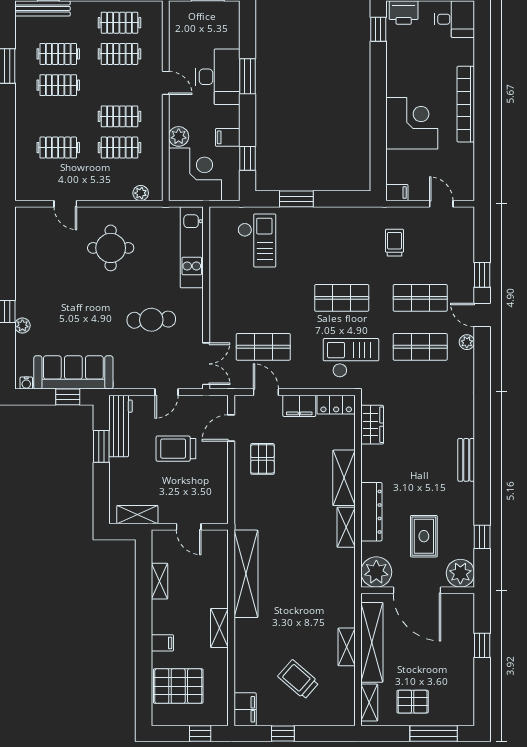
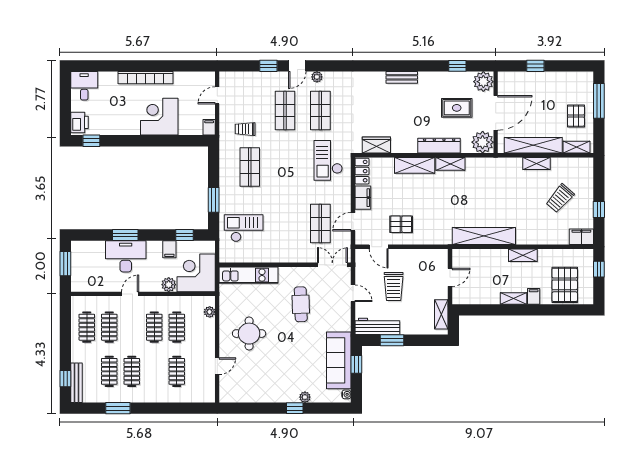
shop shelf: (342, 298) -> (250, 167), moved
shelving: (159, 581) -> (514, 298), moved

